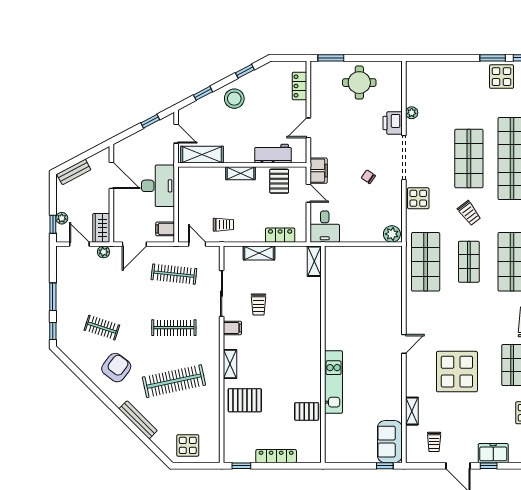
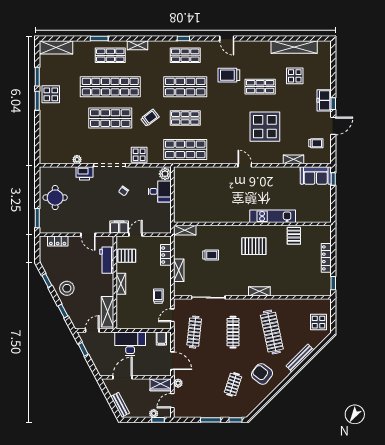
desk: (325, 227) -> (160, 191), moved
trolley: (259, 304) -> (211, 255), moved
filing cabinet: (232, 328) -> (233, 290), removed
pallet: (245, 400) -> (254, 246), moved, turned 90

